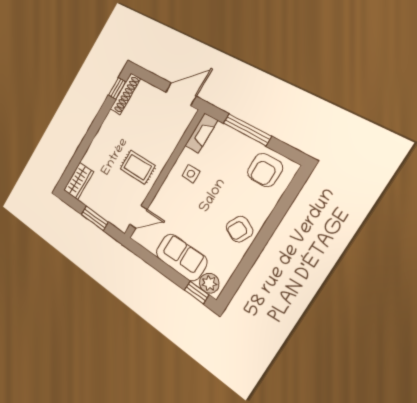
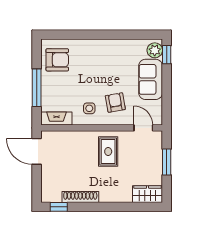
shoe rack: (125, 94) -> (80, 197), moved
armchair: (240, 229) -> (115, 103), moved, turned -126

